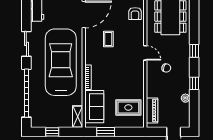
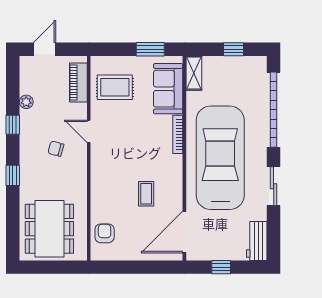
door: (145, 53) -> (89, 131), moved
car: (61, 62) -> (220, 158), turned 180

